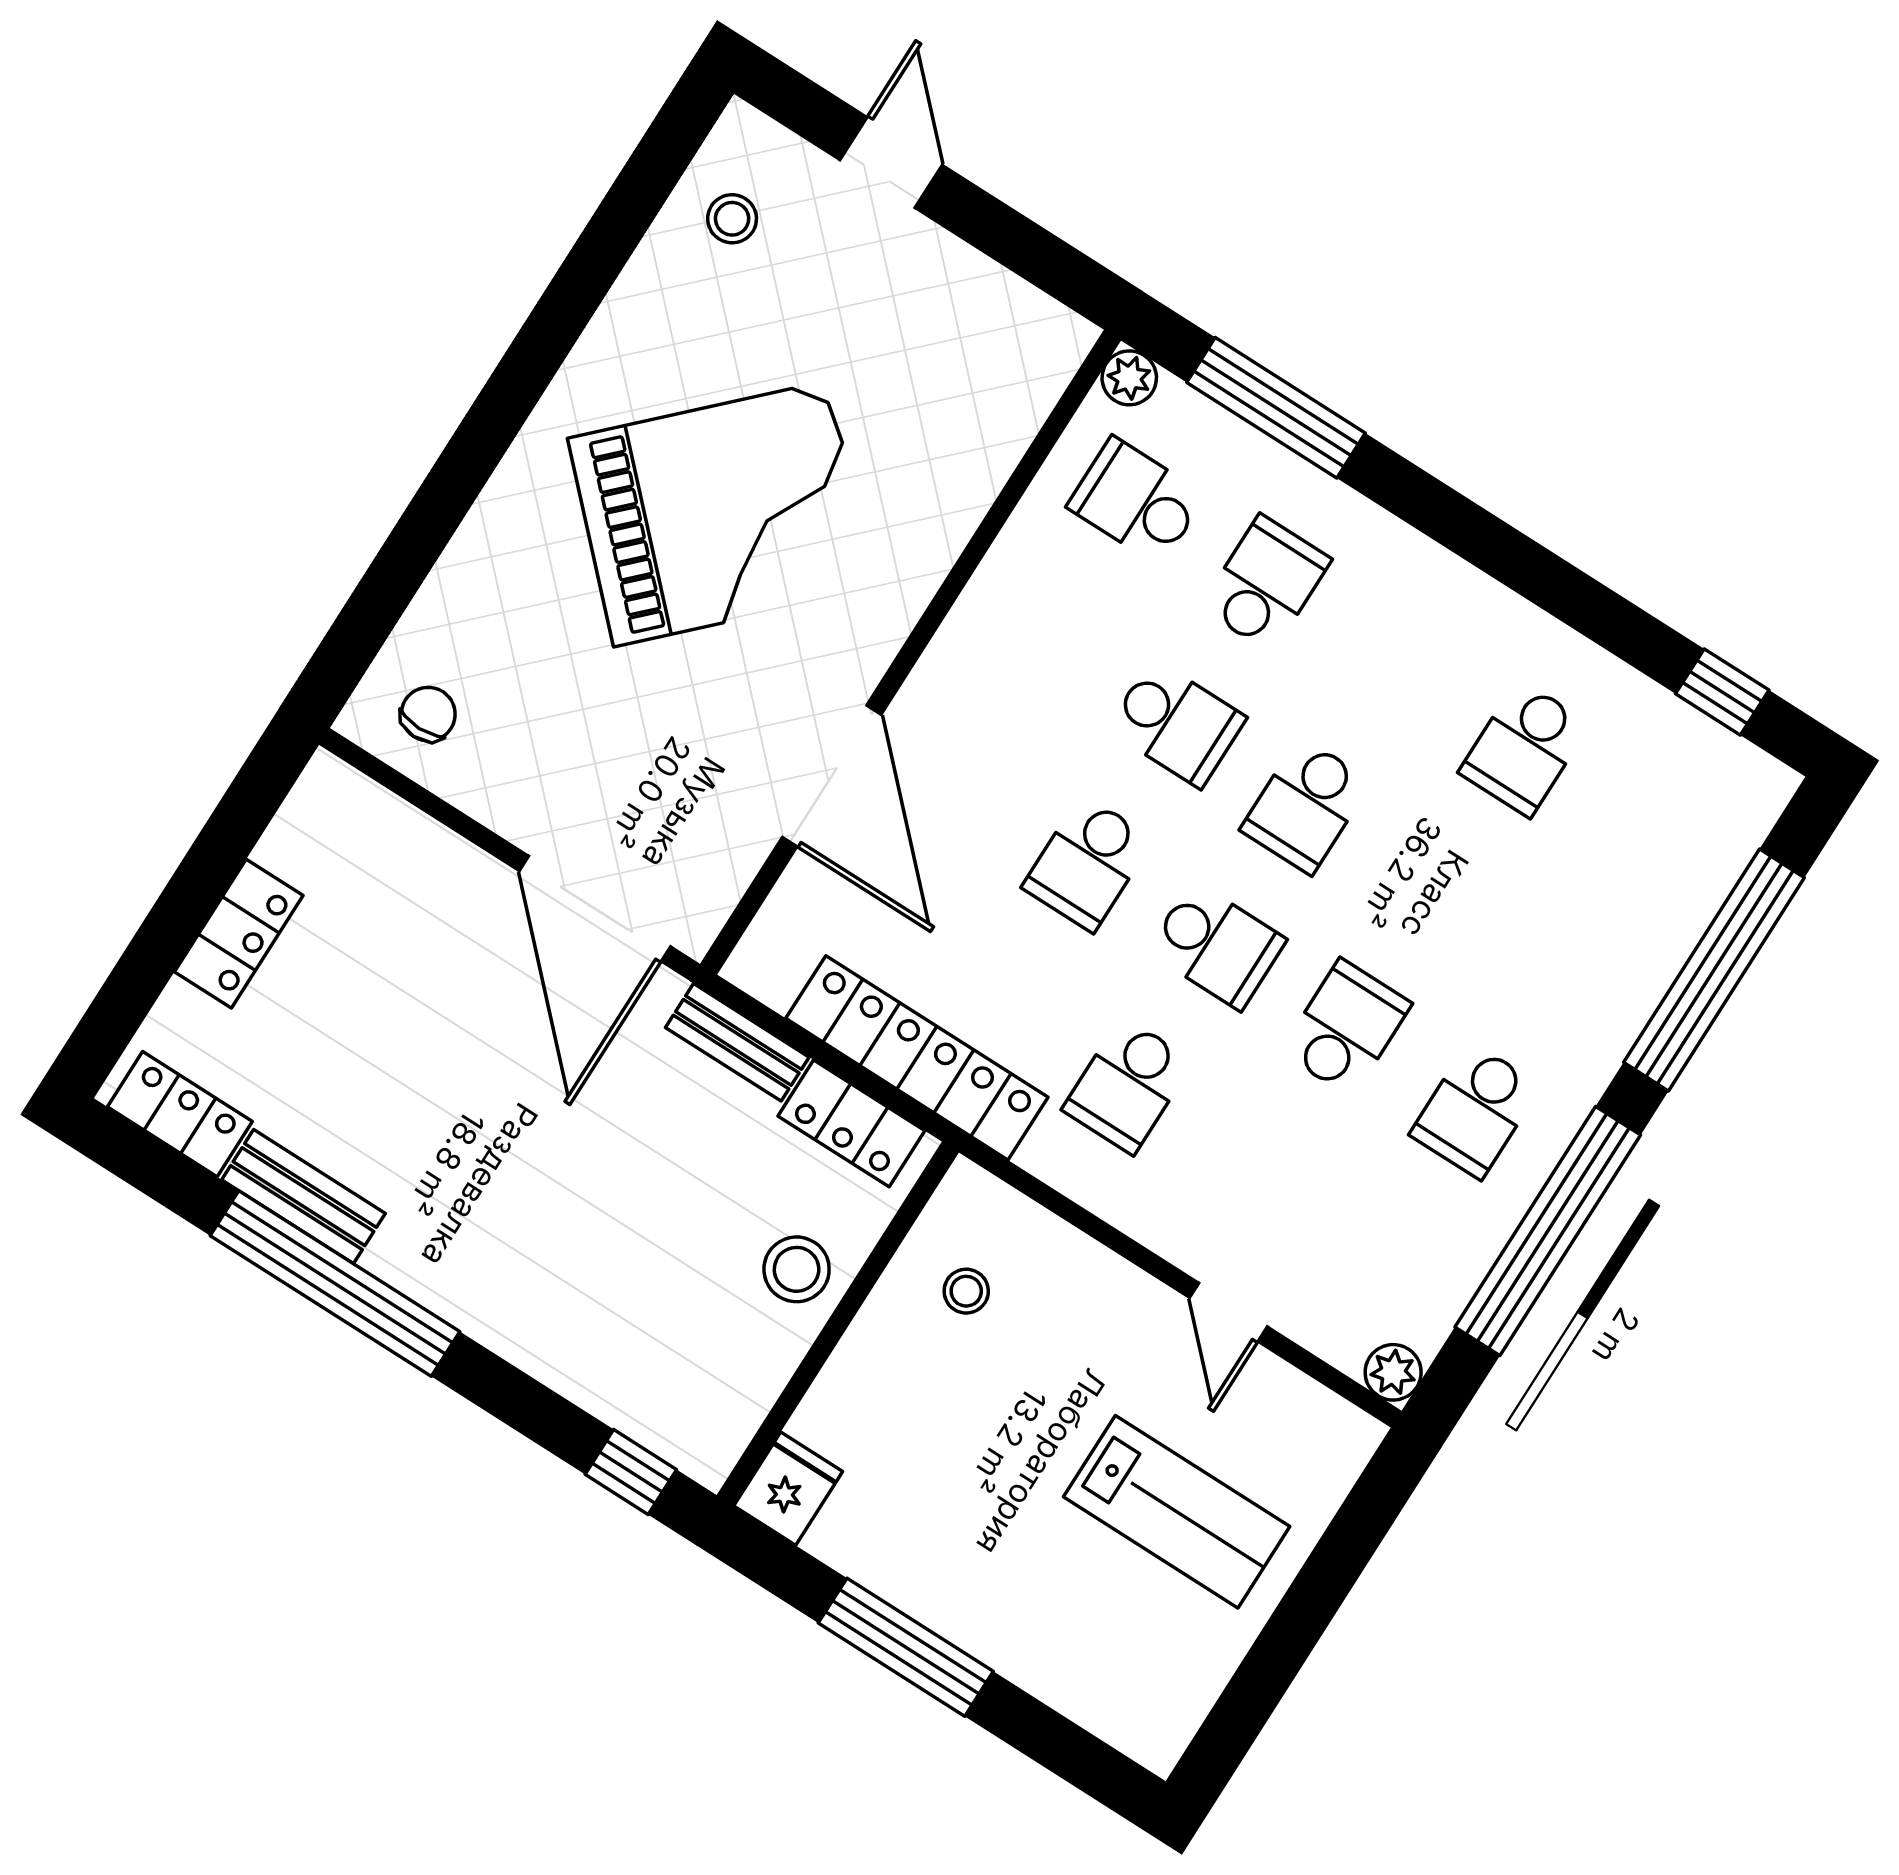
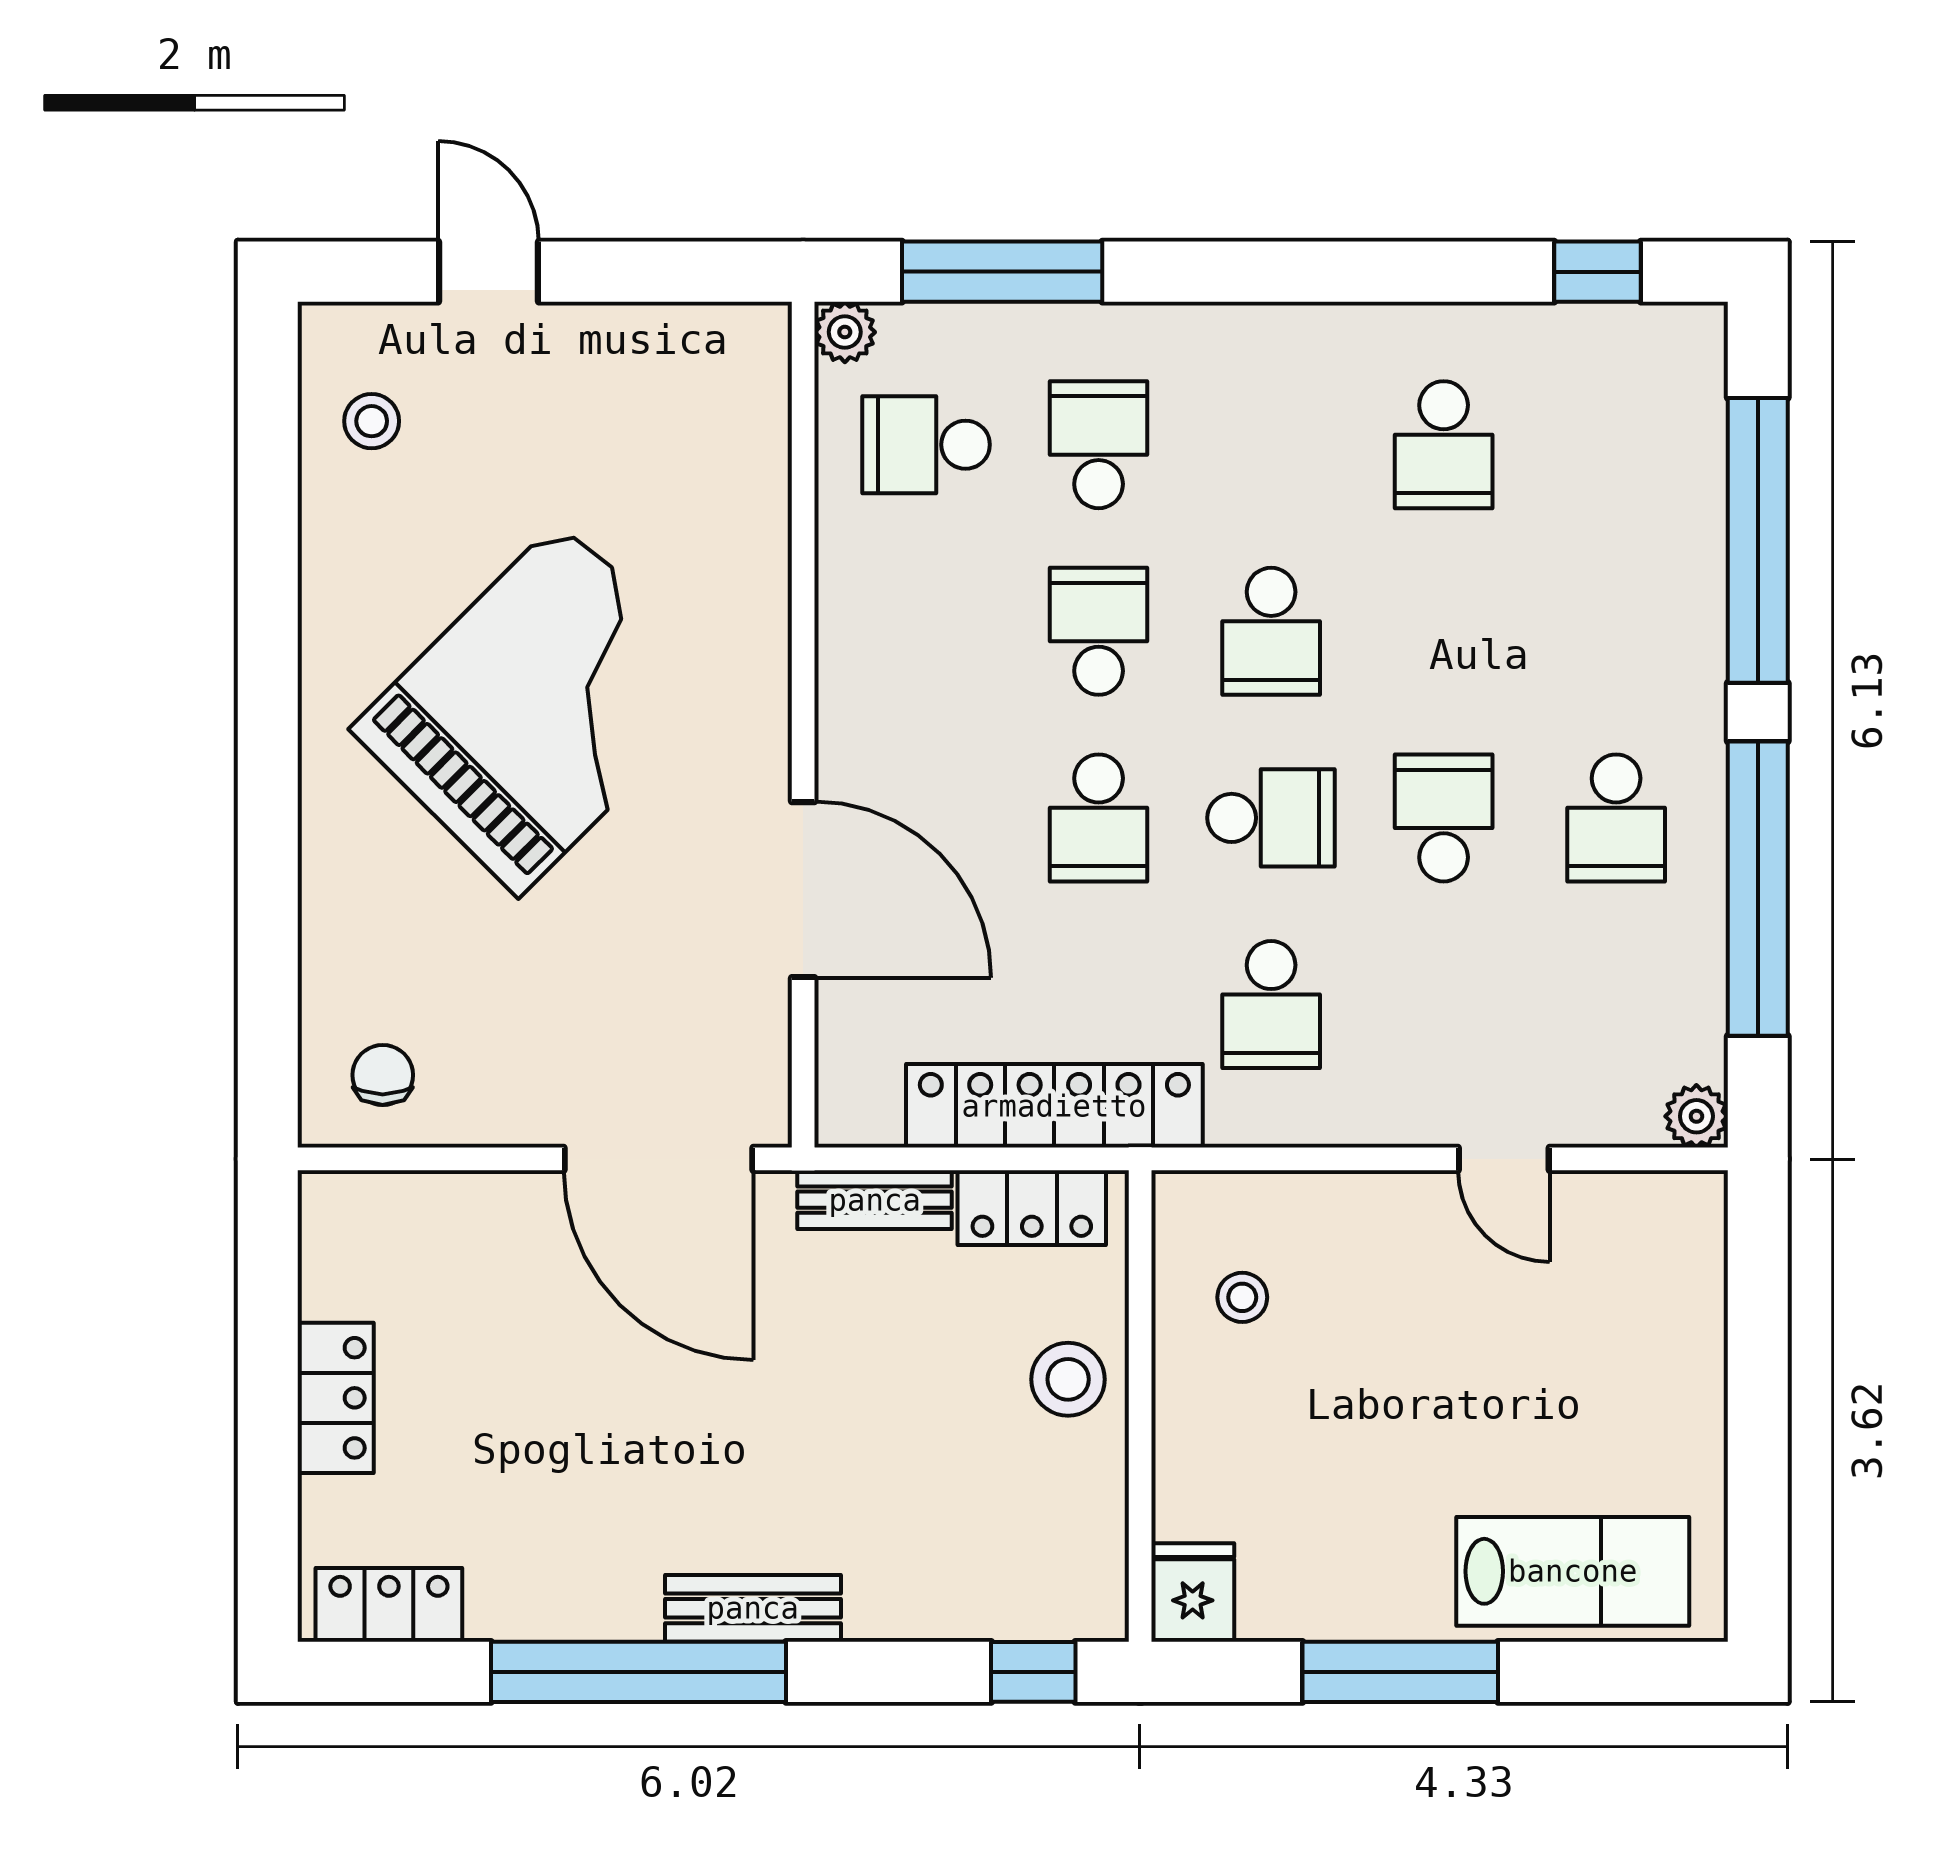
school desk: (1177, 723) -> (1099, 631), turned -90
bench: (303, 1197) -> (753, 1608), moved
lab bench: (1177, 1512) -> (1573, 1571), moved

